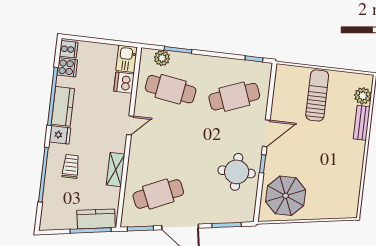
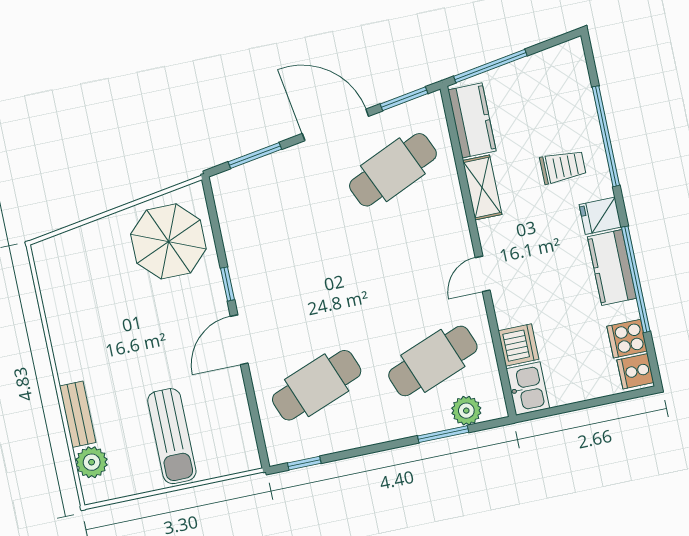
cafe table: (171, 89) -> (433, 361), turned -30
trolley: (71, 166) -> (563, 167), turned -90
round table: (237, 172) -> (268, 255), removed
kitchen counter: (96, 219) -> (472, 120), moved, turned -81

